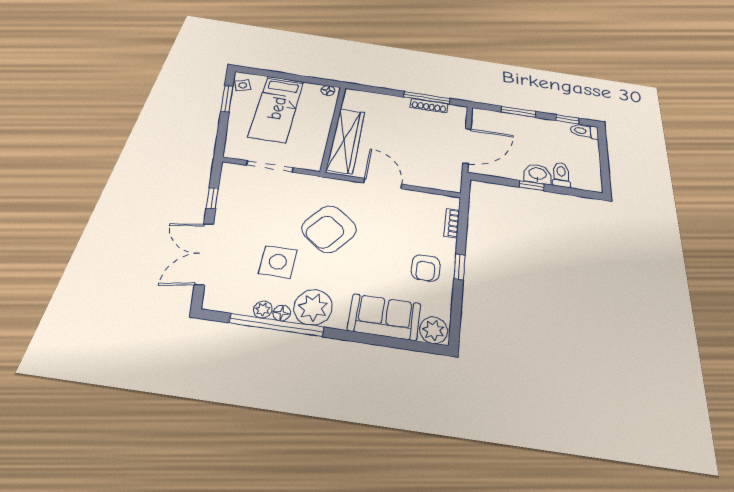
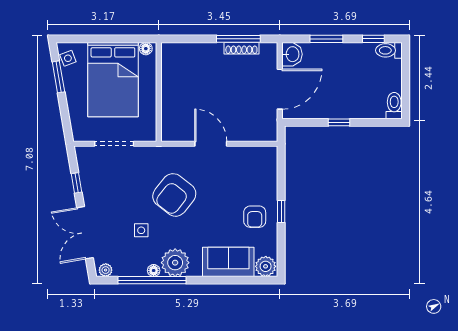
bed: (277, 108) -> (113, 80), width x1.50
wardrobe: (346, 140) -> (172, 104), removed
washbasin: (538, 174) -> (292, 54), moved, turned 90
toilet: (561, 175) -> (394, 106), moved
bookcase: (452, 223) -> (272, 172), removed
side table: (278, 262) -> (141, 230), width x0.54, depth x0.54
plant: (263, 310) -> (106, 270), moved

